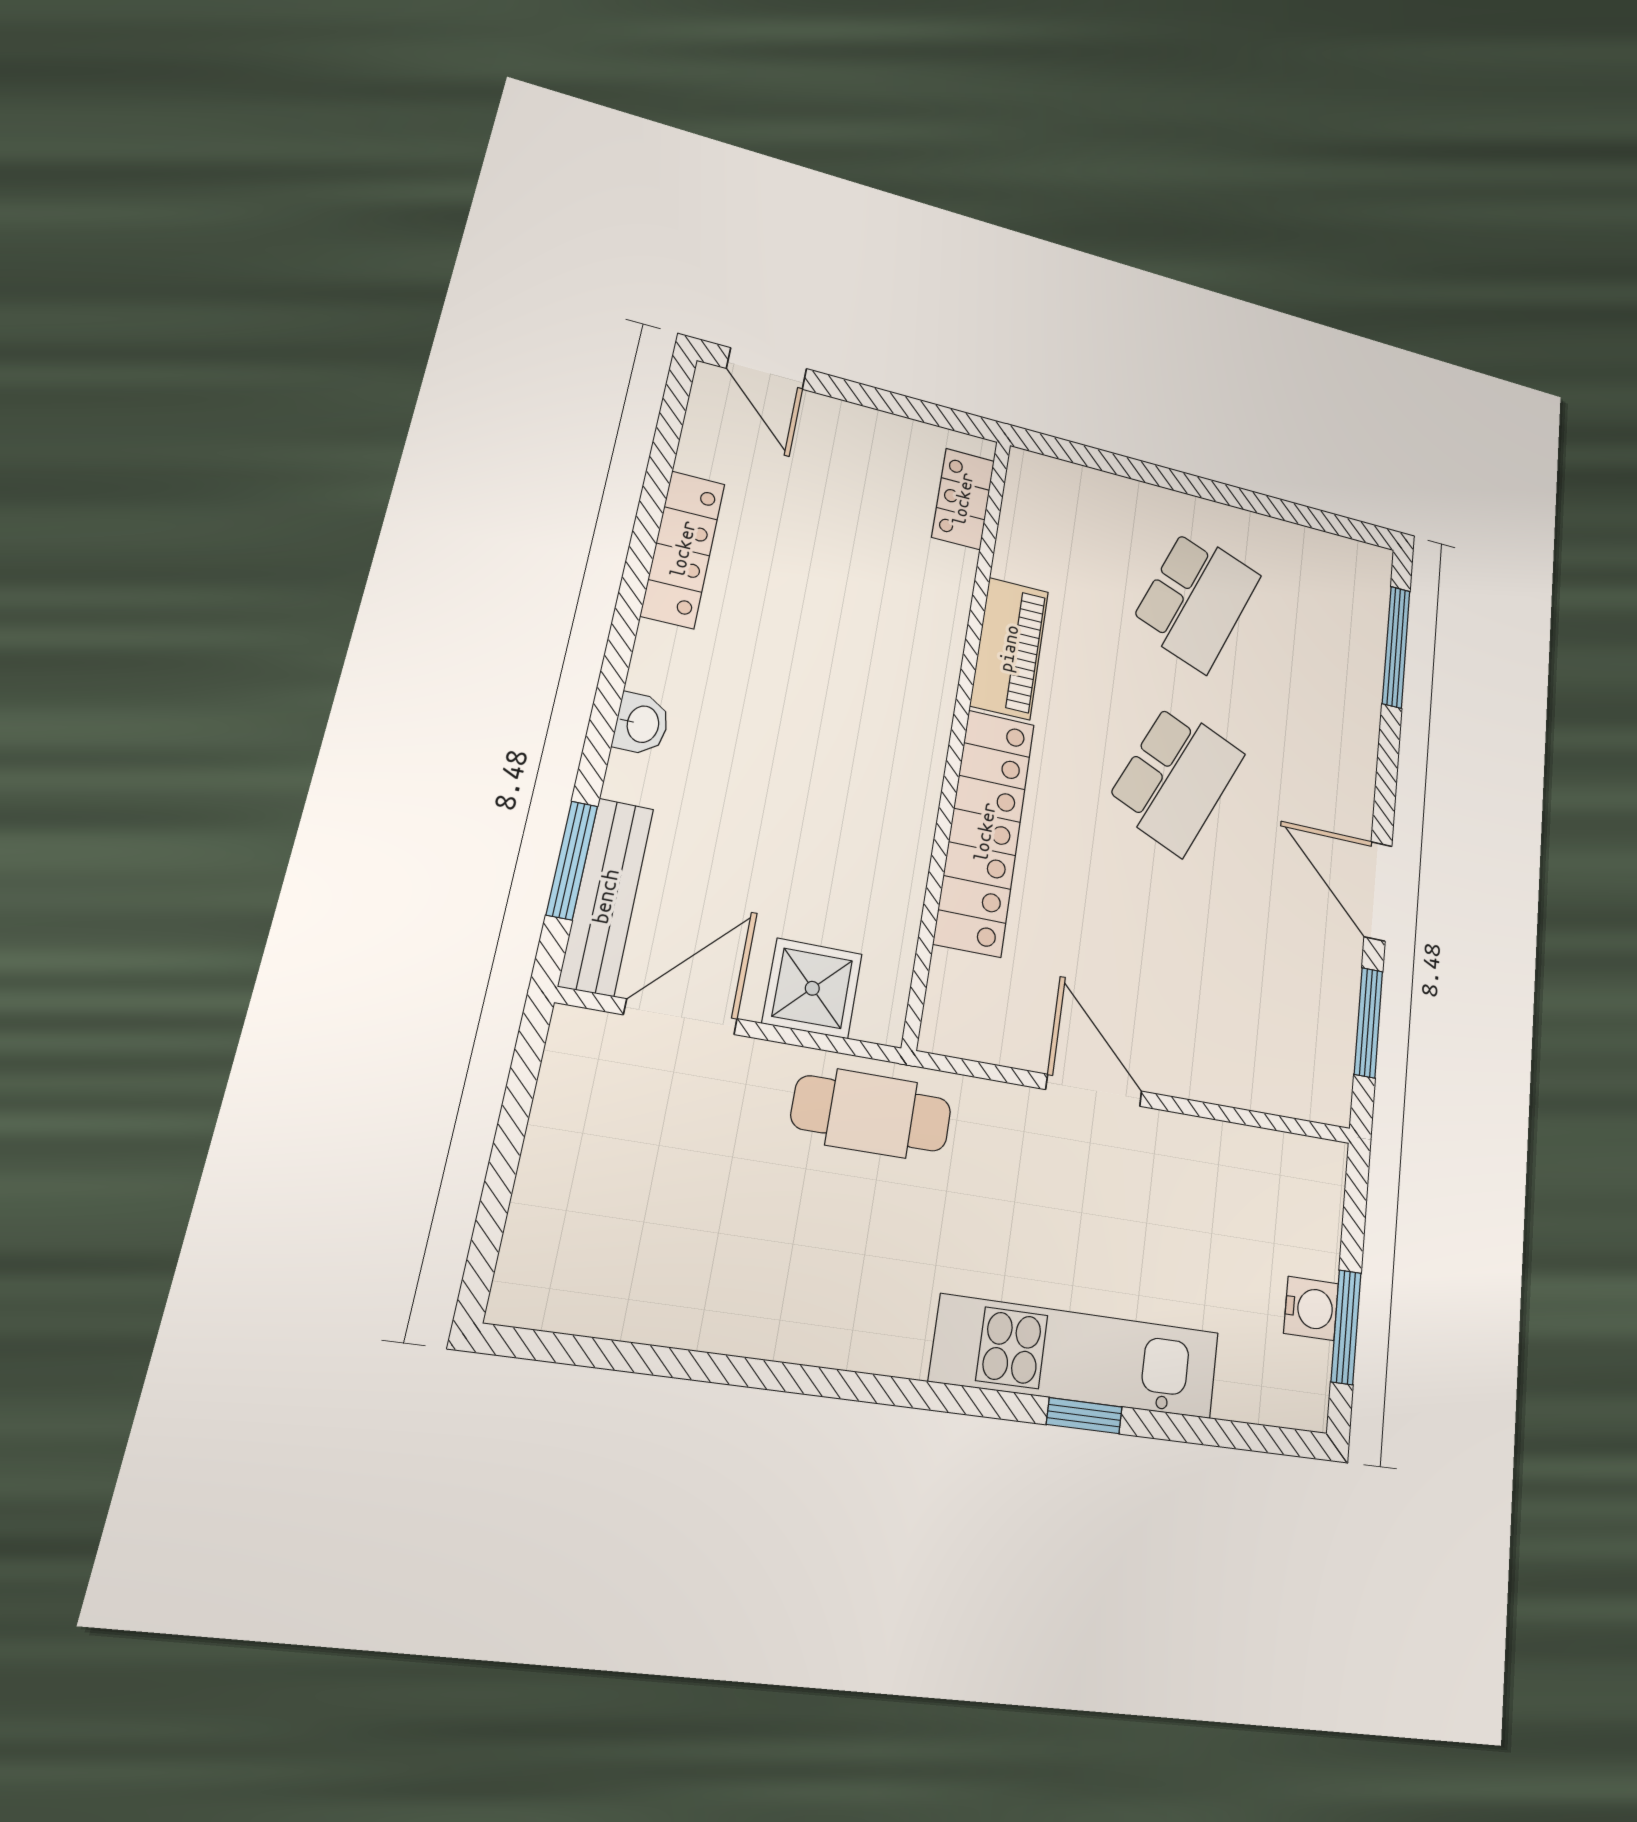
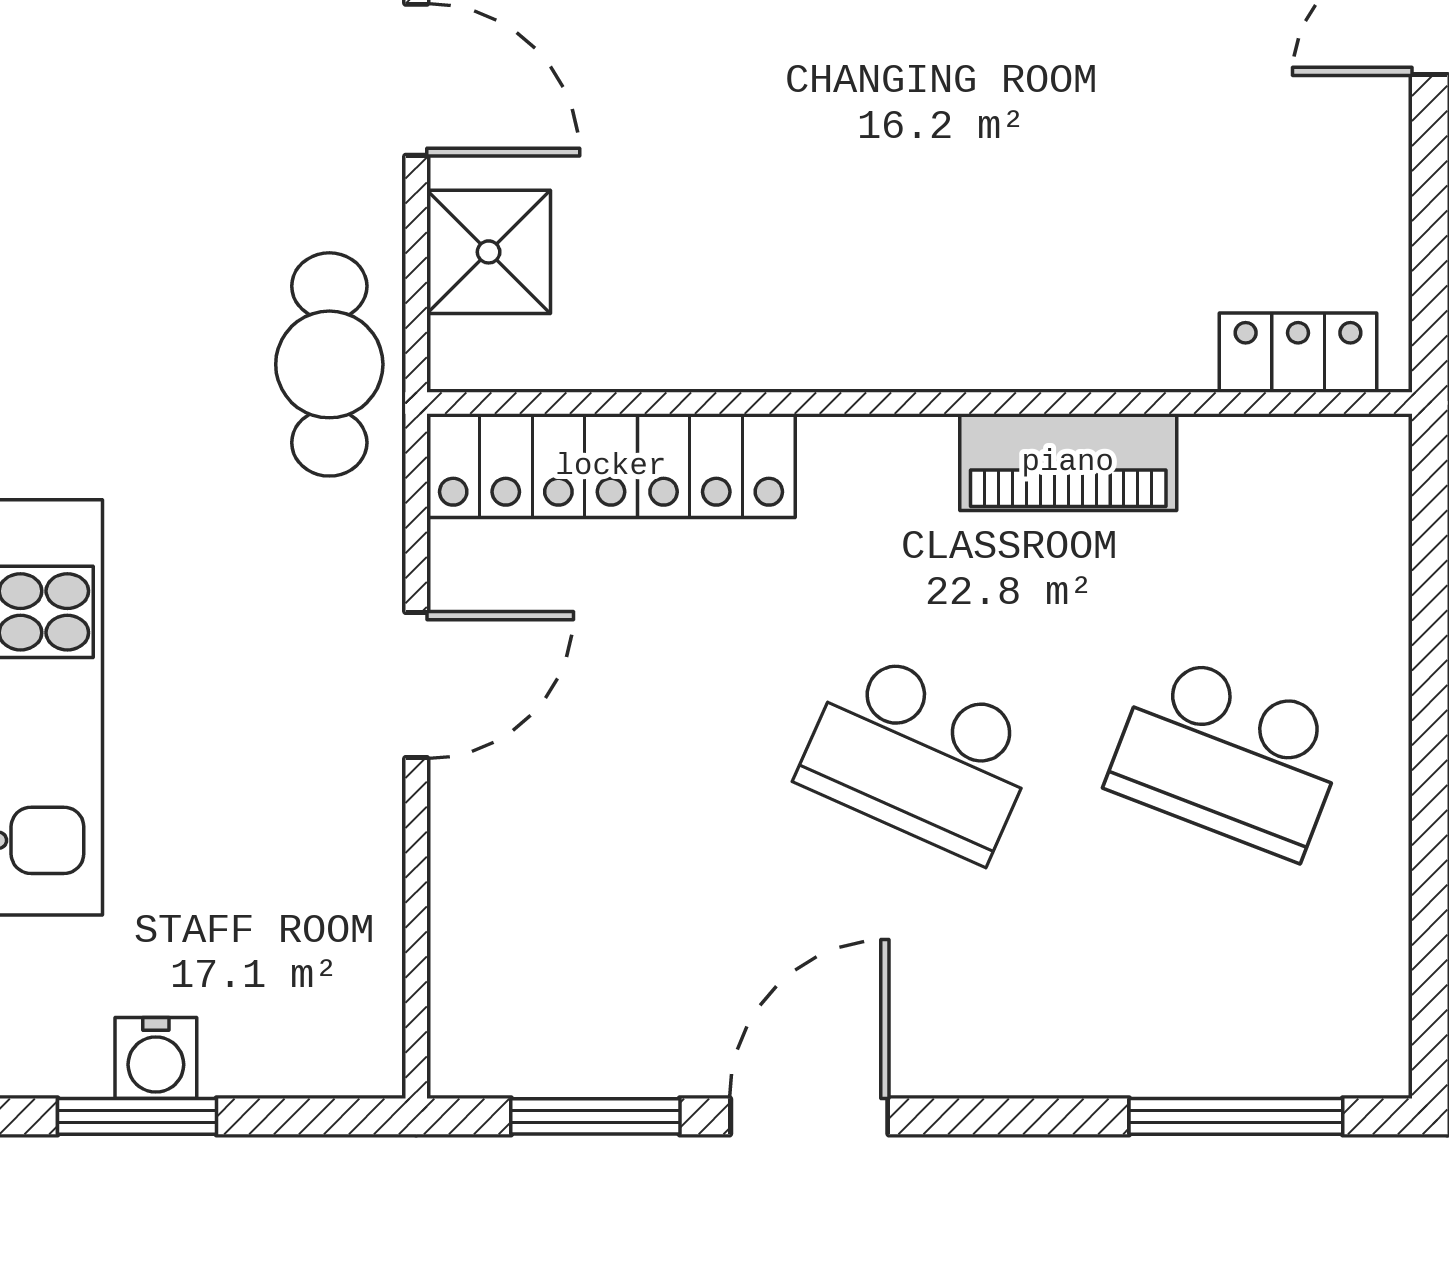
locker: (985, 832) -> (611, 466), moved

